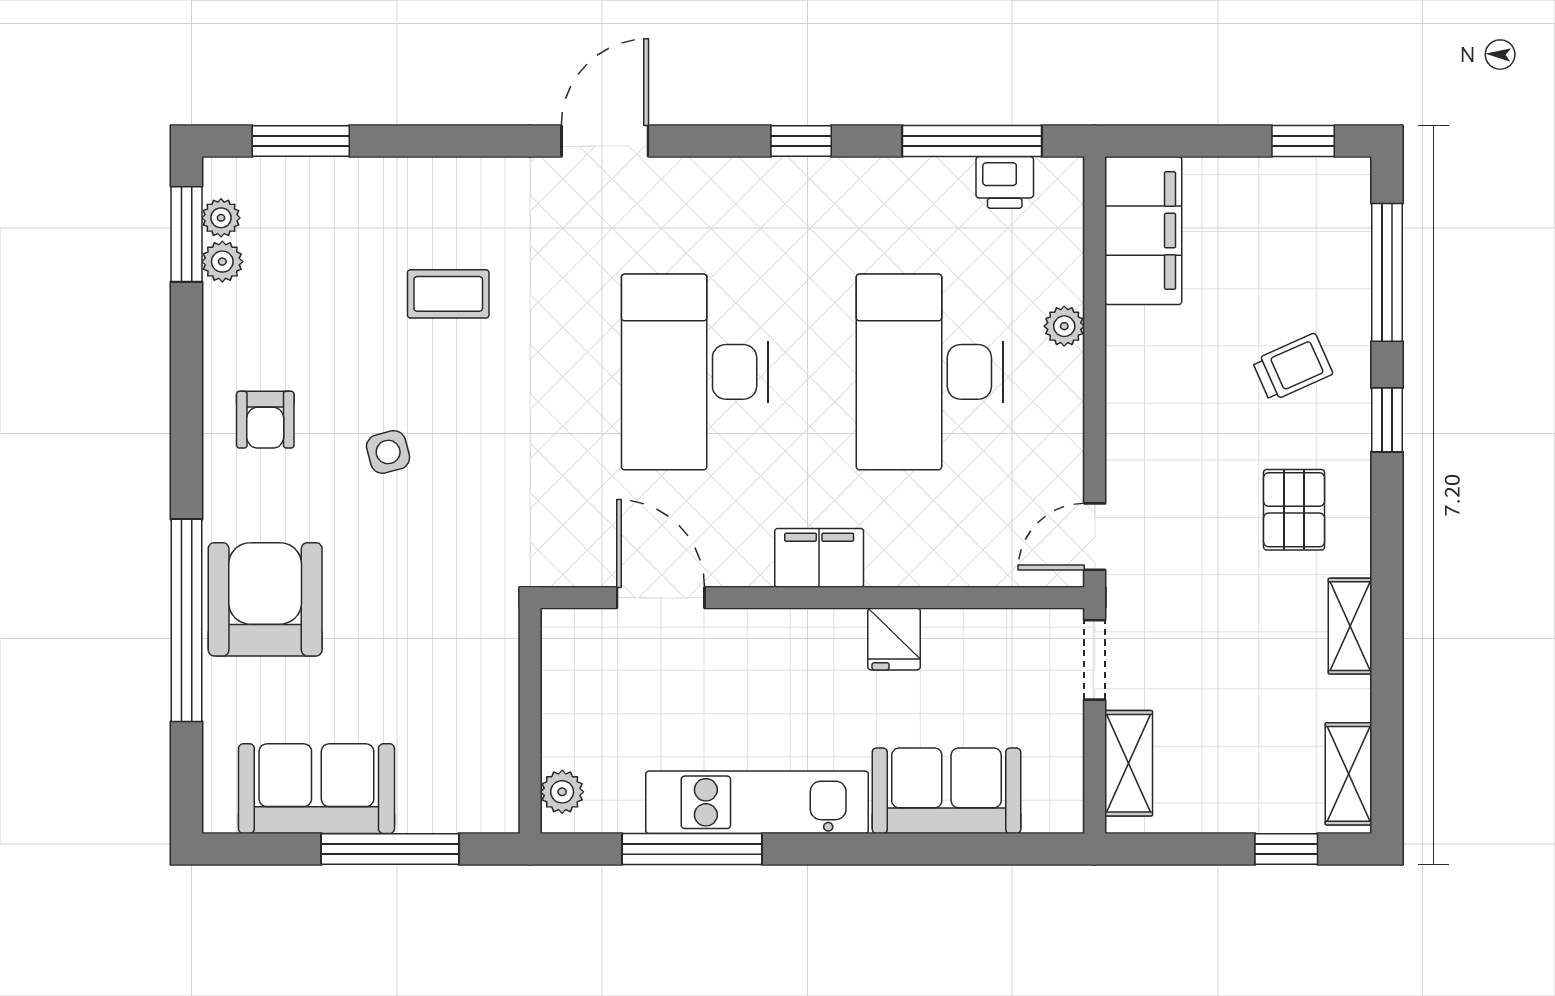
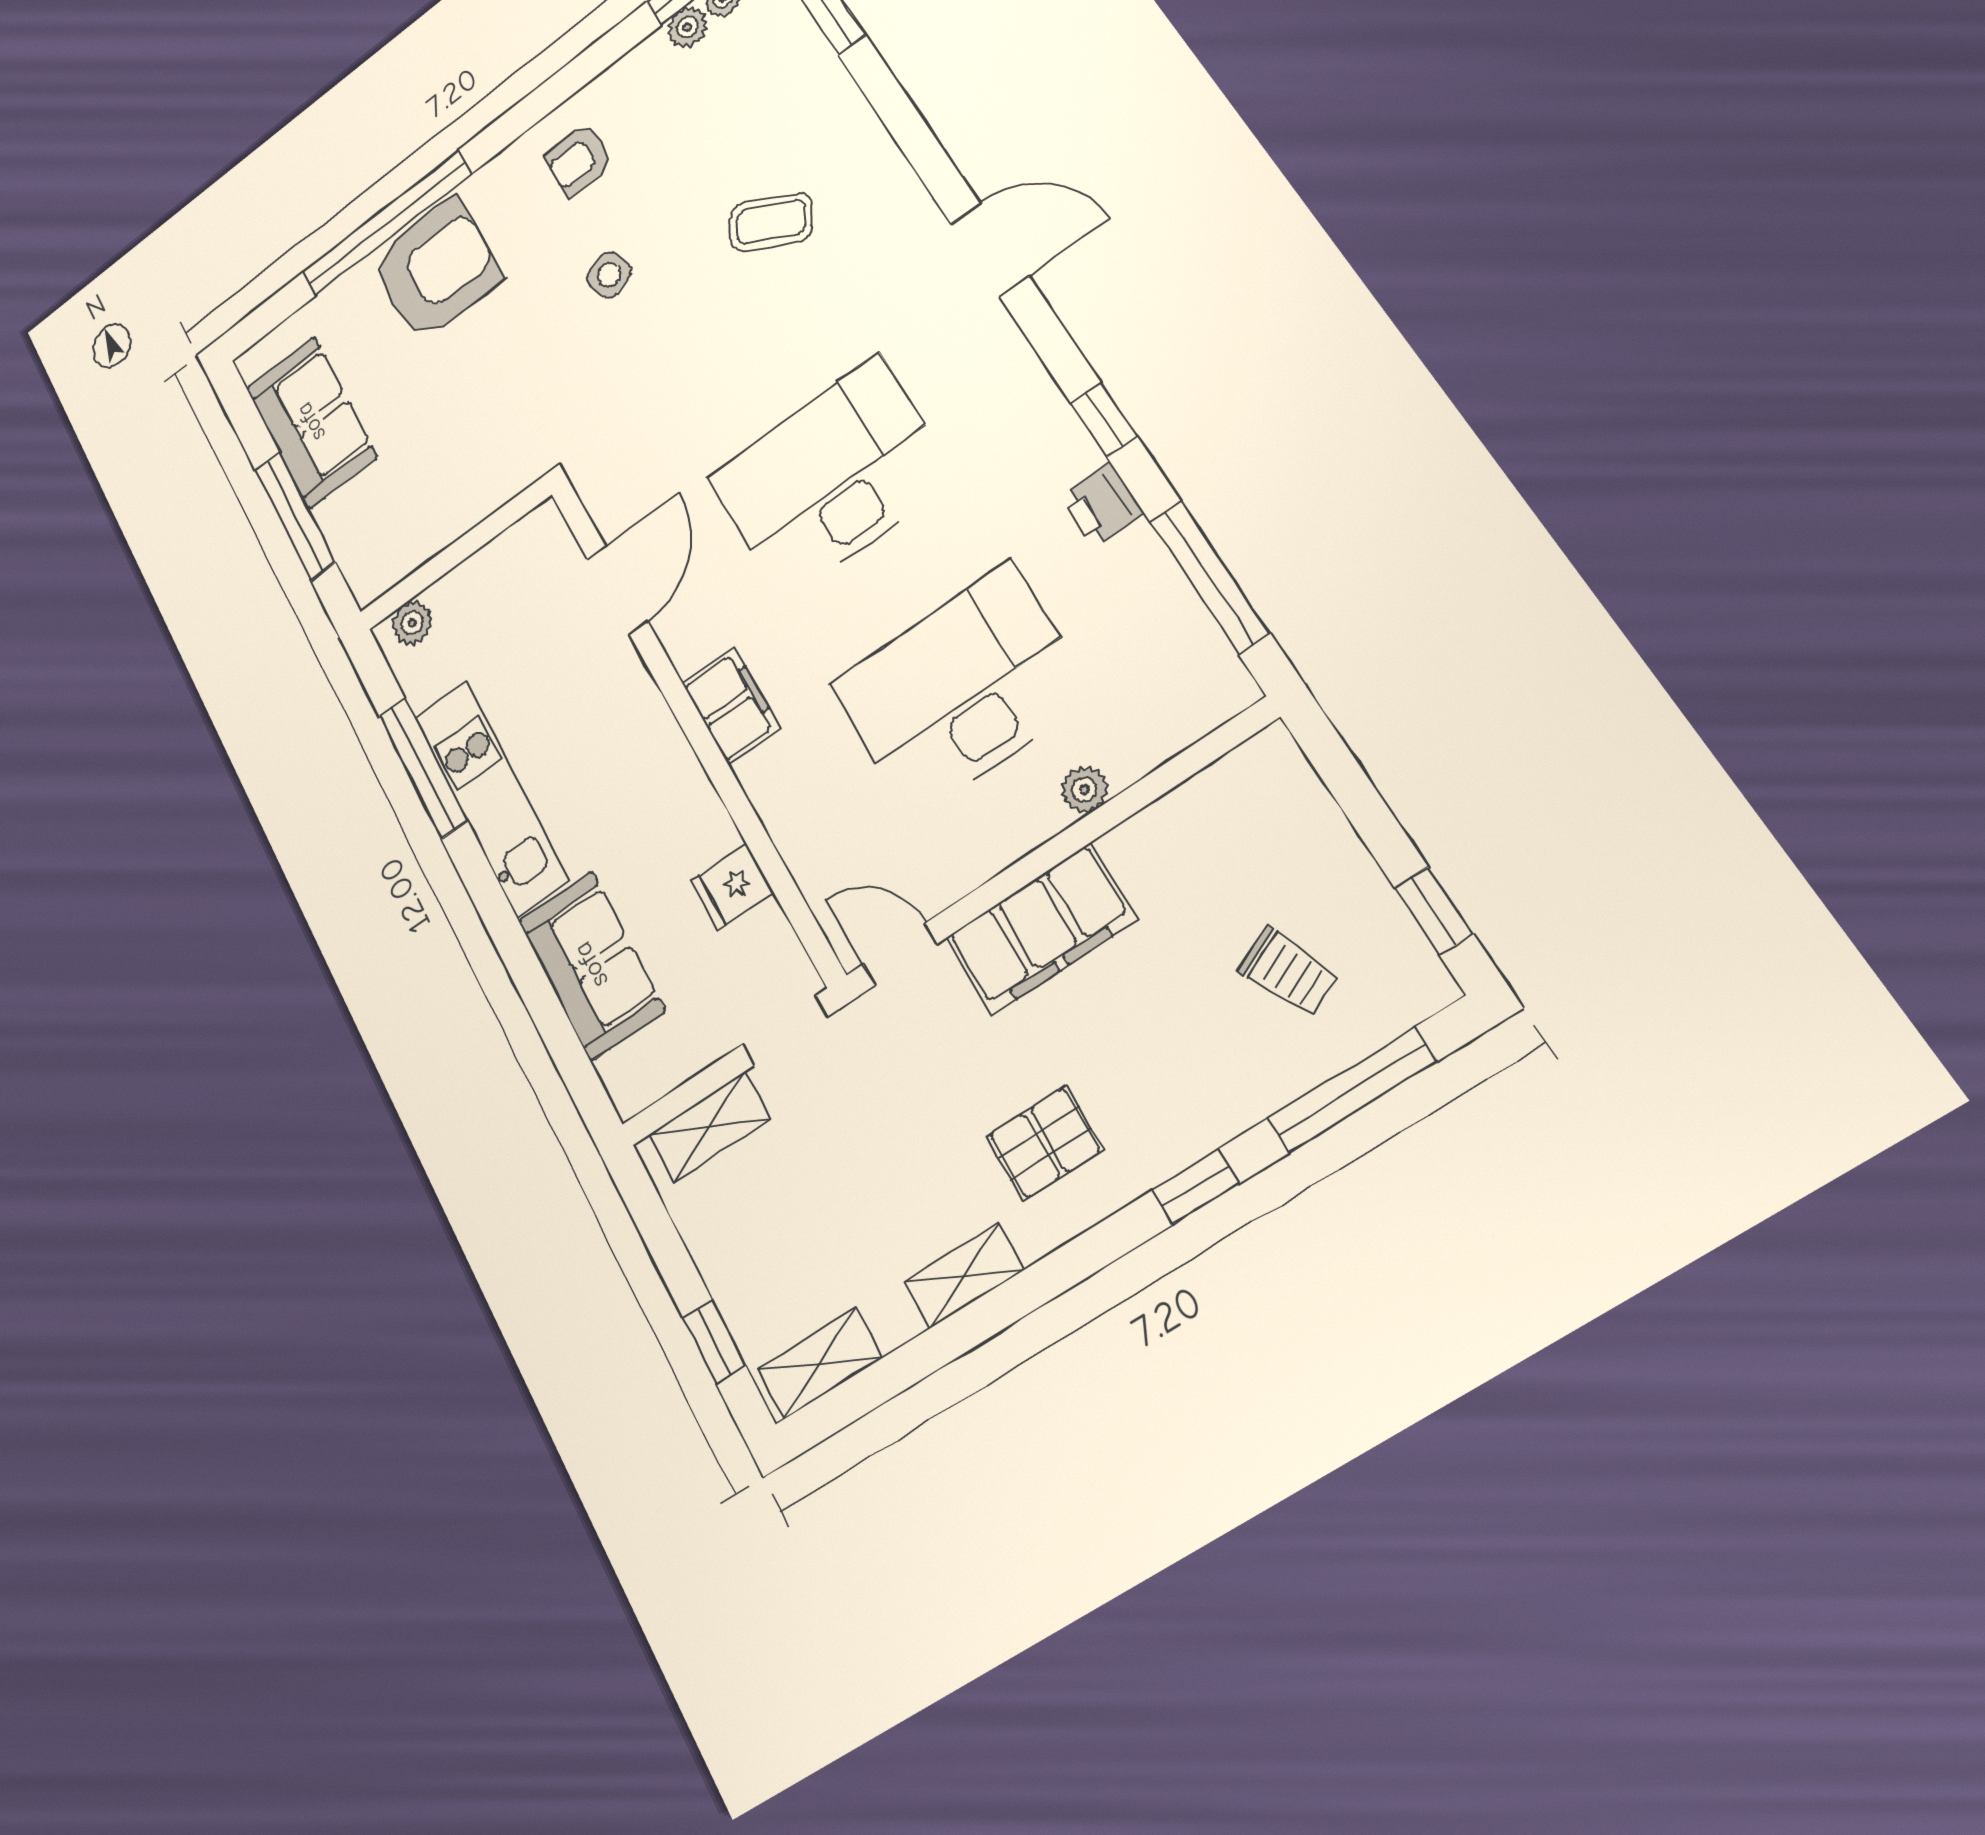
printer: (1005, 182) -> (1102, 505), moved
filing cabinet: (1143, 231) -> (1041, 929), moved
coffee table: (448, 294) -> (771, 222), turned -61
trolley: (1293, 367) -> (1288, 972), moved
fridge: (894, 639) -> (732, 887), moved

